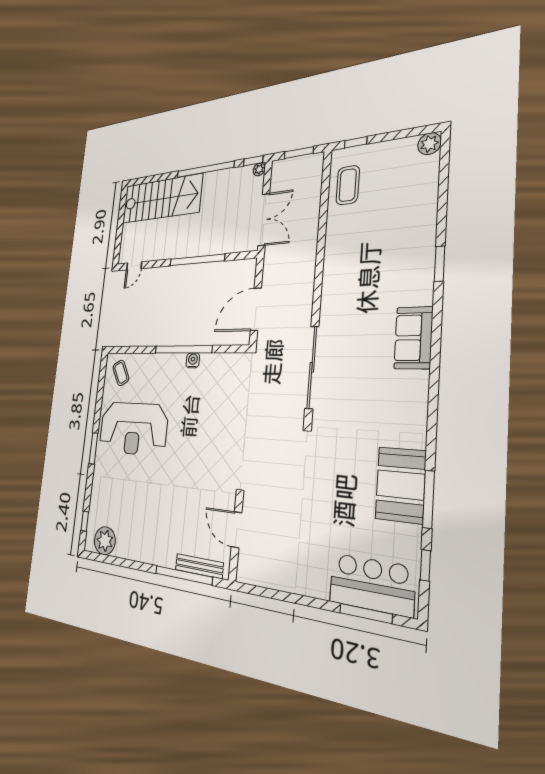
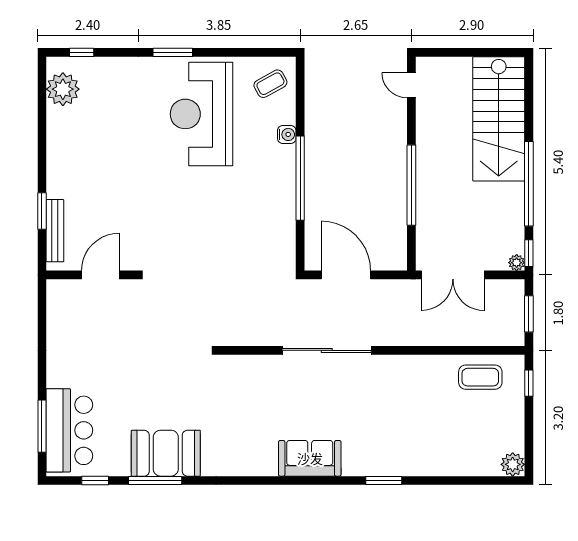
water cooler: (193, 360) -> (287, 134), moved
sliding door: (312, 367) -> (327, 350), moved
window: (184, 575) -> (42, 211), width x0.47

